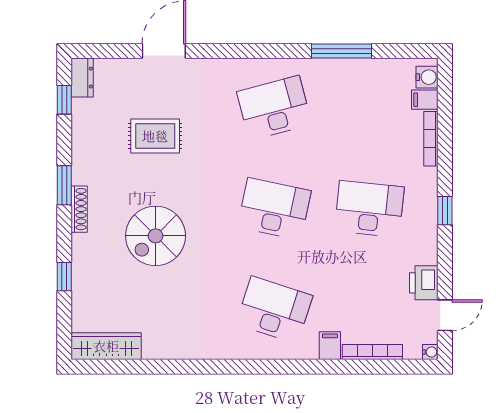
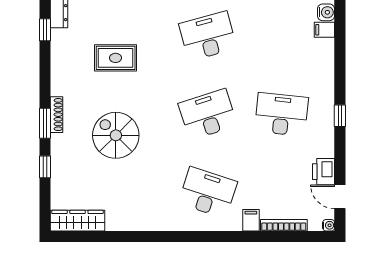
bookcase: (431, 139) -> (329, 60), removed
window: (64, 185) -> (45, 123), moved
desk: (274, 209) -> (208, 114), turned -30
spiral stairs: (156, 236) -> (116, 135), turned 90
door: (445, 315) -> (340, 197), swing flipped

